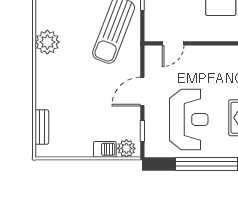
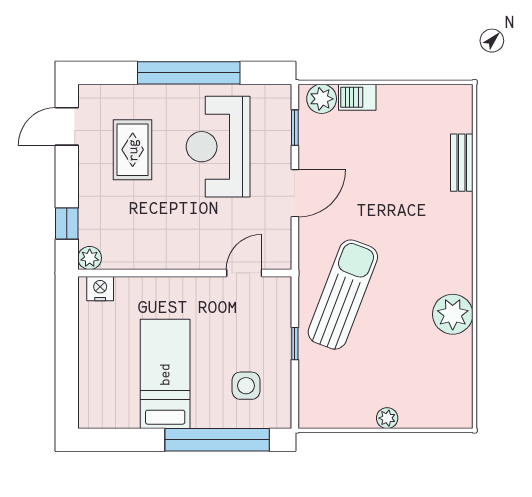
plant: (47, 42) -> (453, 314), moved
bench: (42, 127) -> (462, 163), moved

